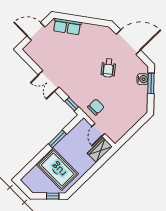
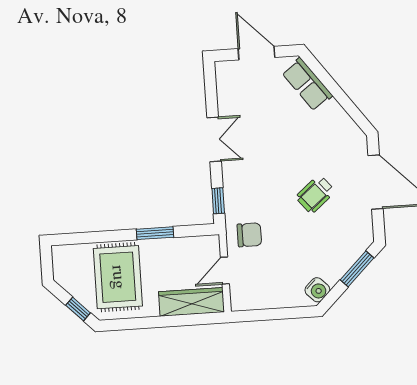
water cooler: (143, 79) -> (317, 290), moved
double door: (49, 81) -> (214, 139), swing flipped
wardrobe: (100, 150) -> (192, 302), width x1.50

